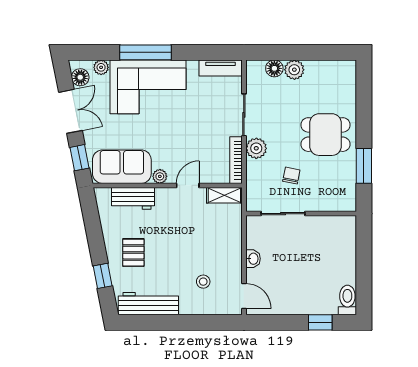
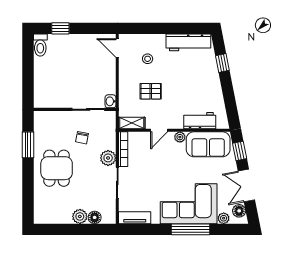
dining table: (326, 135) -> (57, 168), turned 90
pallet: (133, 253) -> (151, 91), moved, turned 90
washbasin: (253, 259) -> (111, 101), moved

